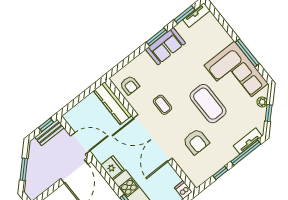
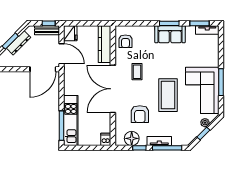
tv unit: (248, 141) -> (159, 141), moved
dresser: (33, 165) -> (19, 43), added
fridge: (112, 167) -> (70, 33), moved
floor lamp: (206, 170) -> (132, 138), added

